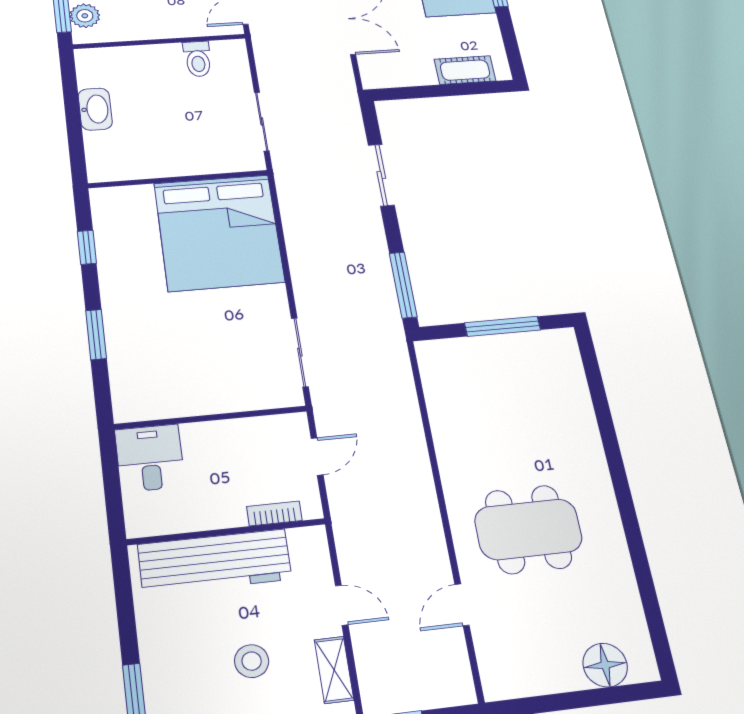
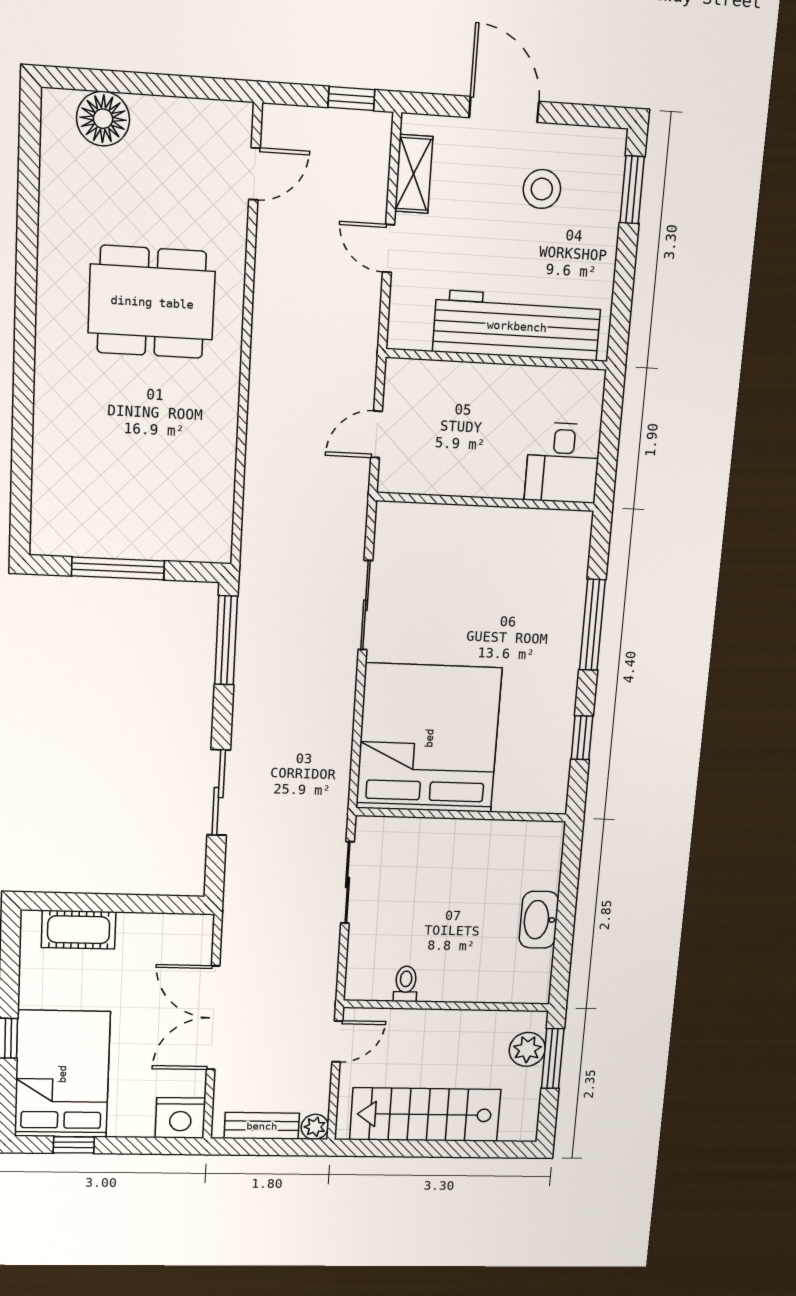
toilet: (198, 59) -> (406, 984), width x0.73, depth x0.72
window: (96, 335) -> (592, 625), width x1.44
sliding door: (300, 352) -> (365, 605), moved
bookcase: (274, 513) -> (440, 372), removed
door: (462, 605) -> (255, 174), moved
stool: (252, 661) -> (542, 189), moved

